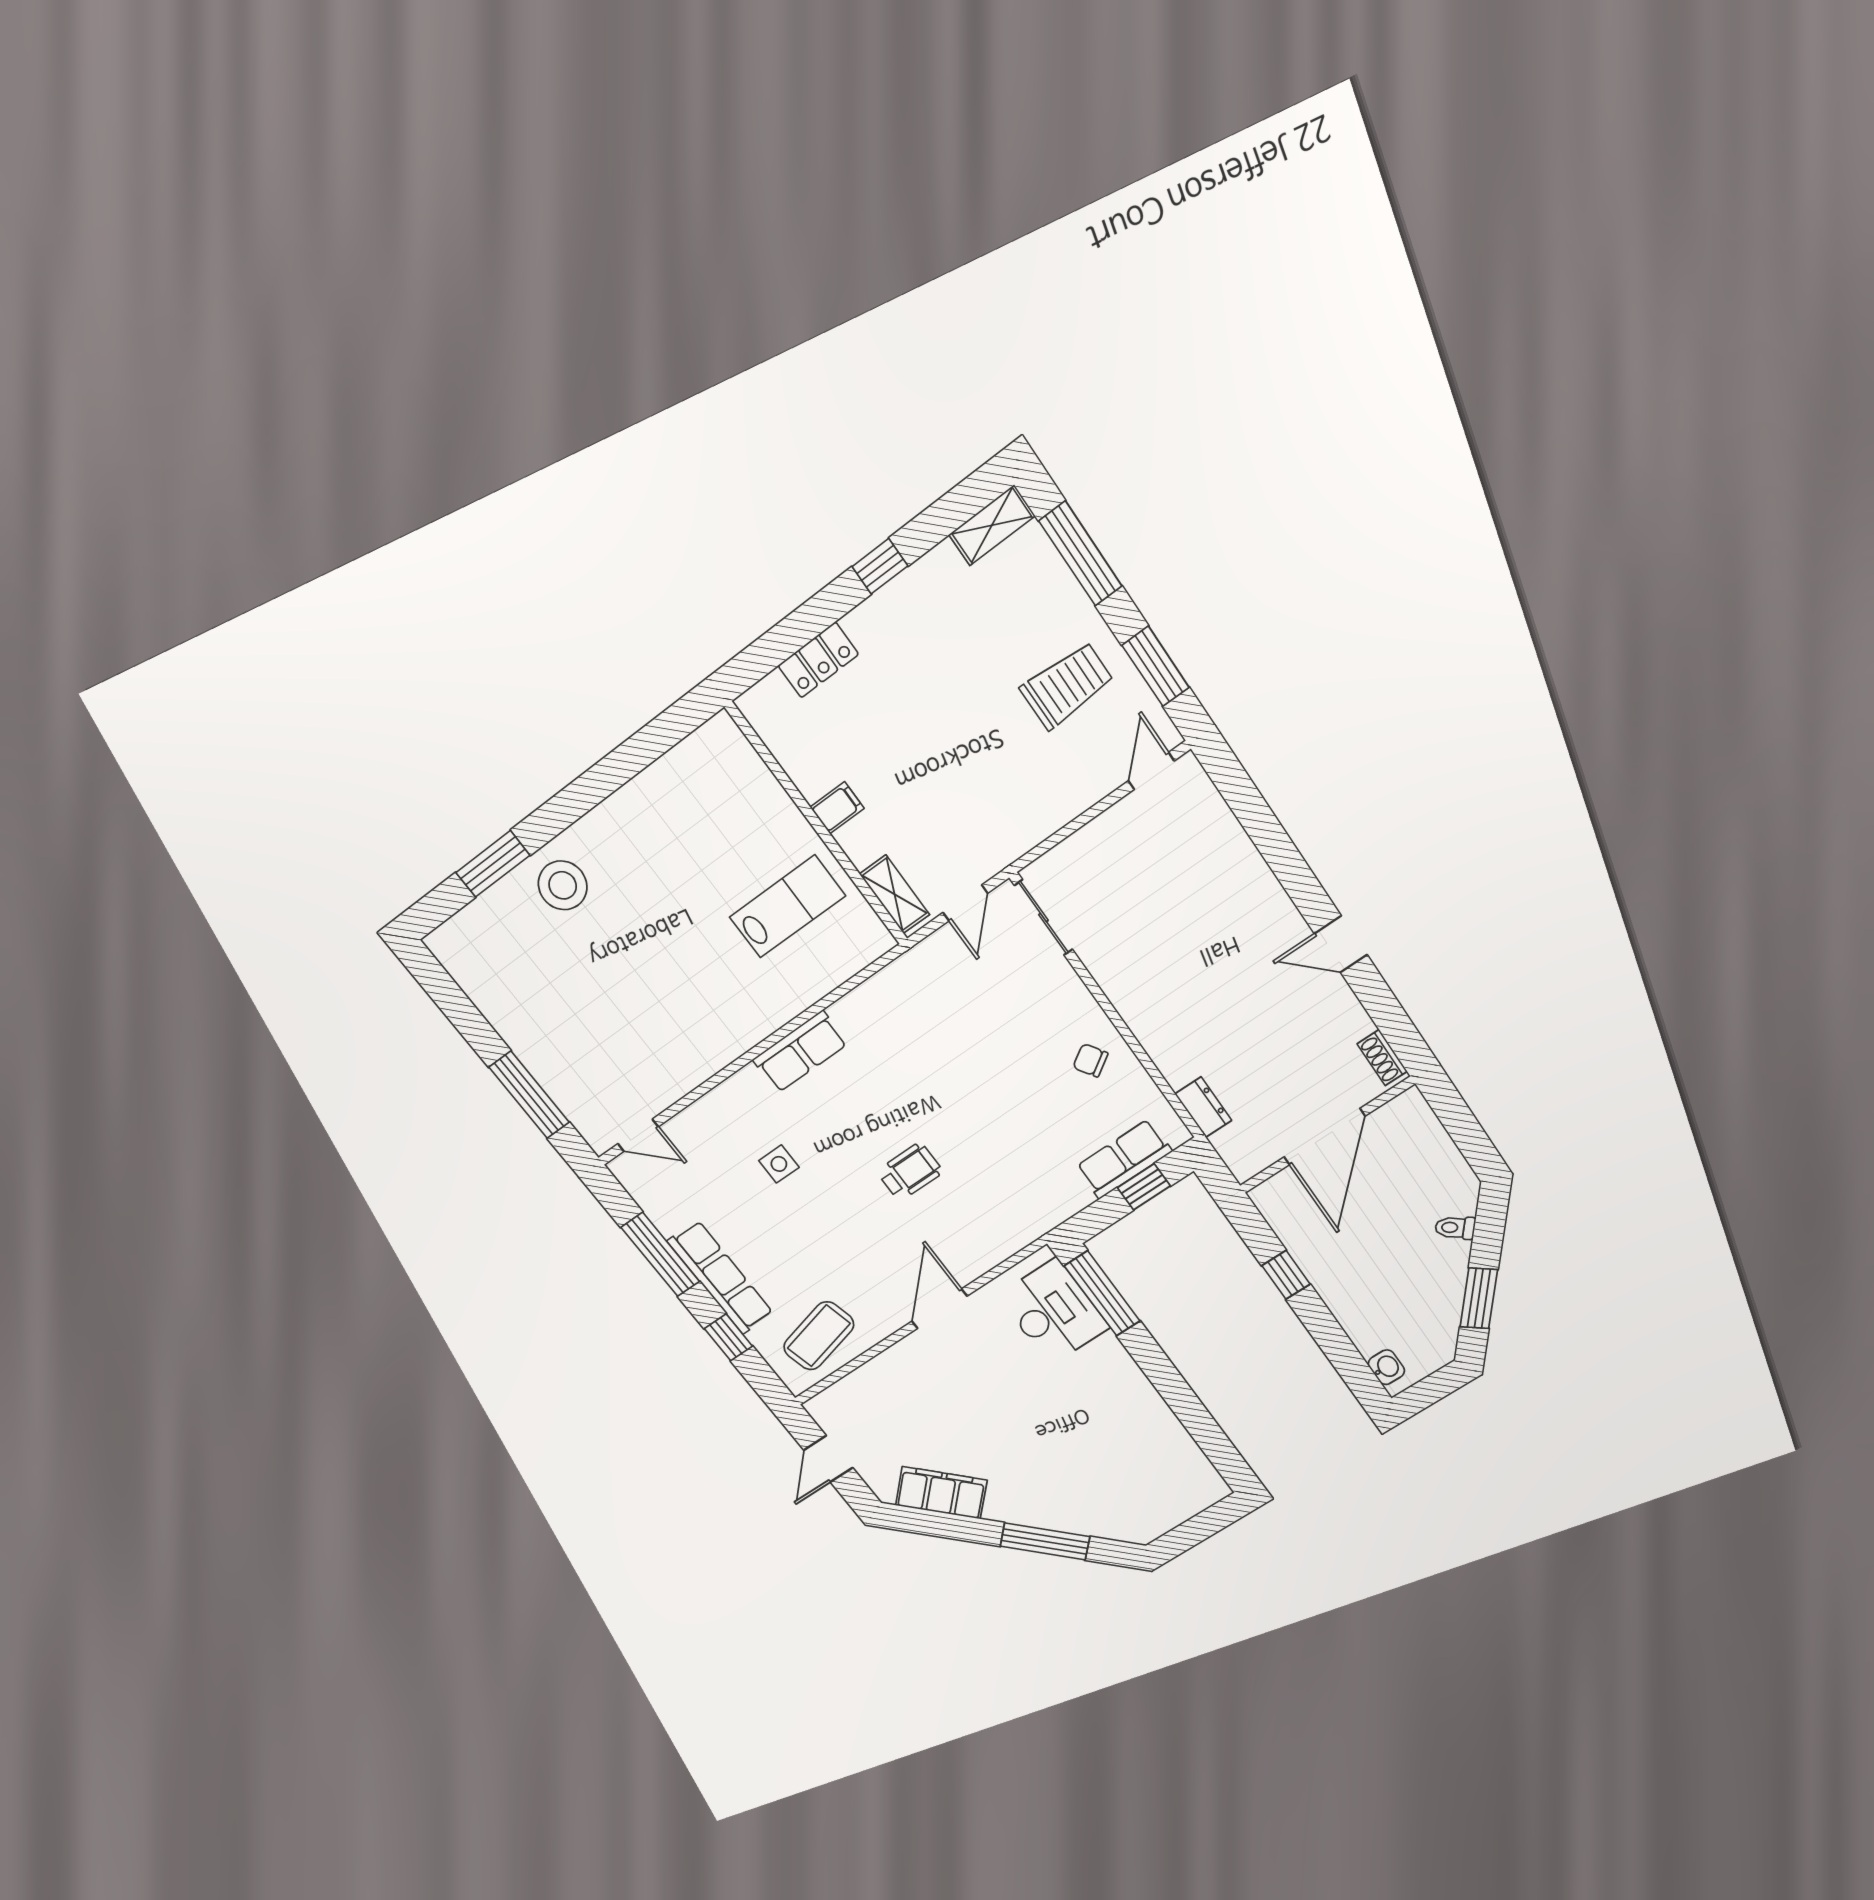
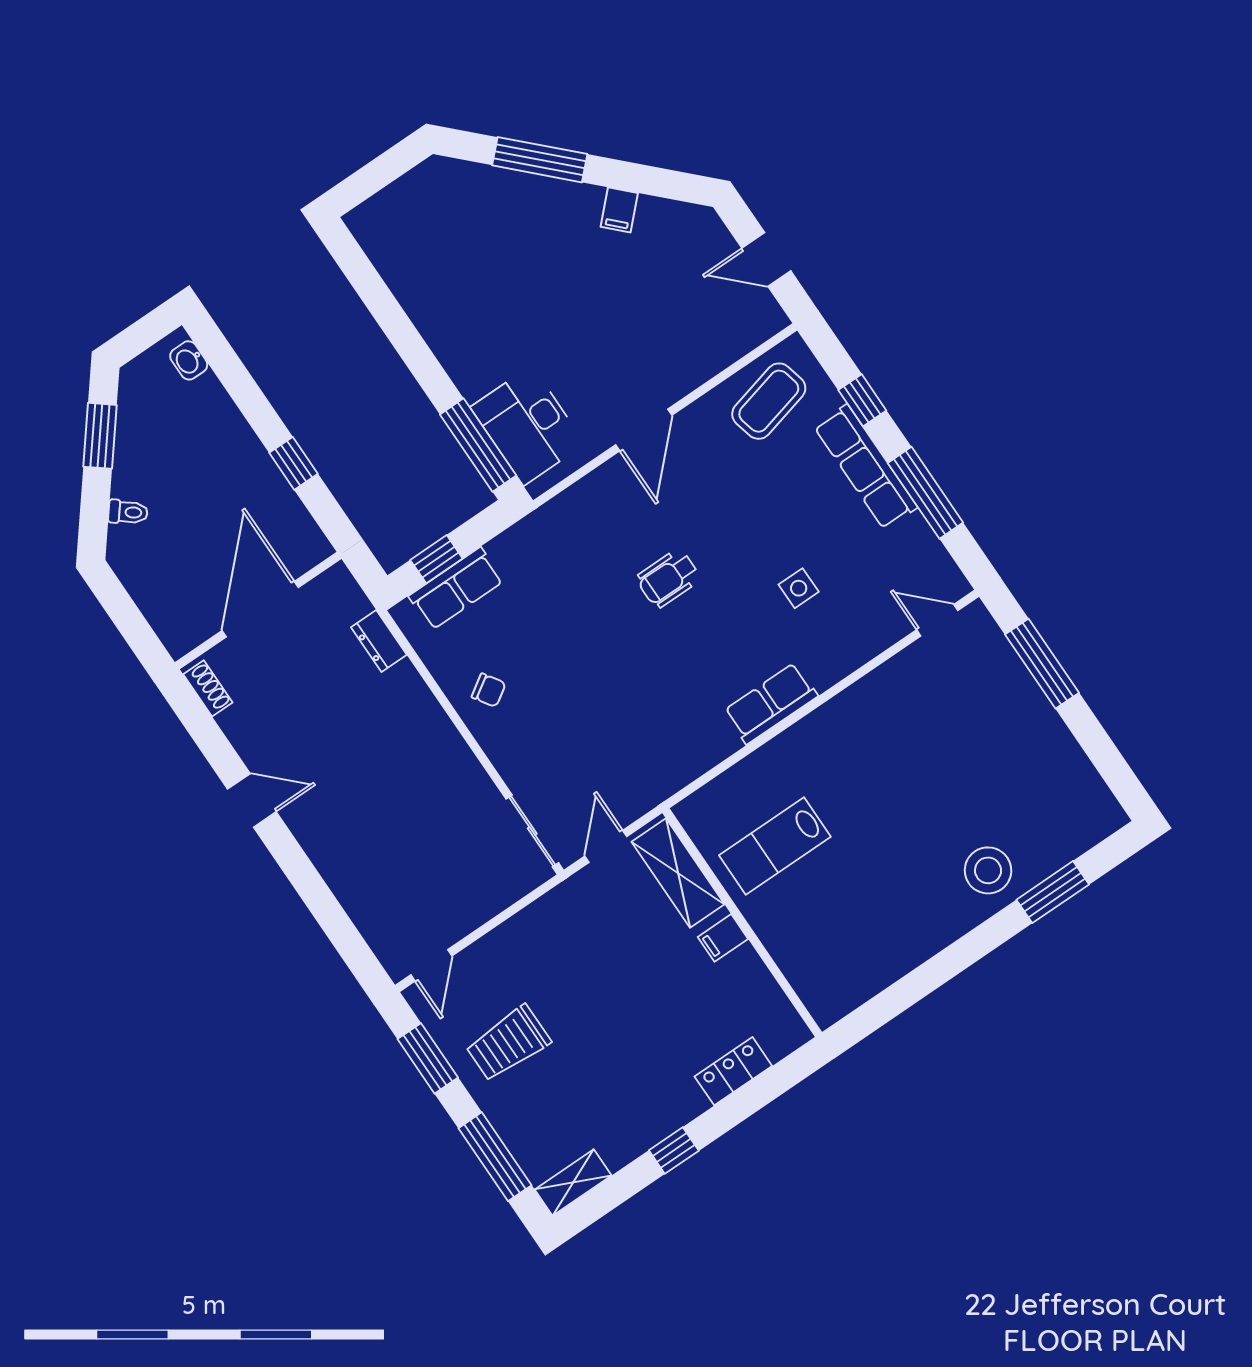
shelving: (895, 894) -> (678, 873), width x1.50, depth x1.33
door: (828, 1459) -> (766, 260), swing flipped
filing cabinet: (941, 1493) -> (619, 210), width x0.33, depth x0.86

